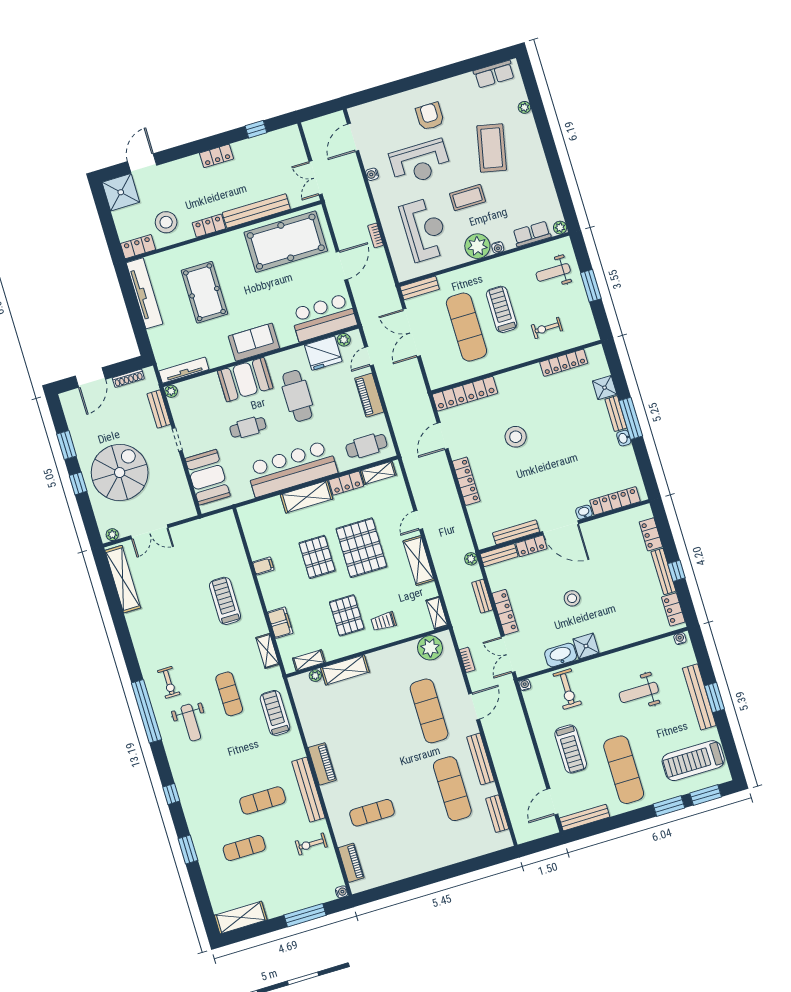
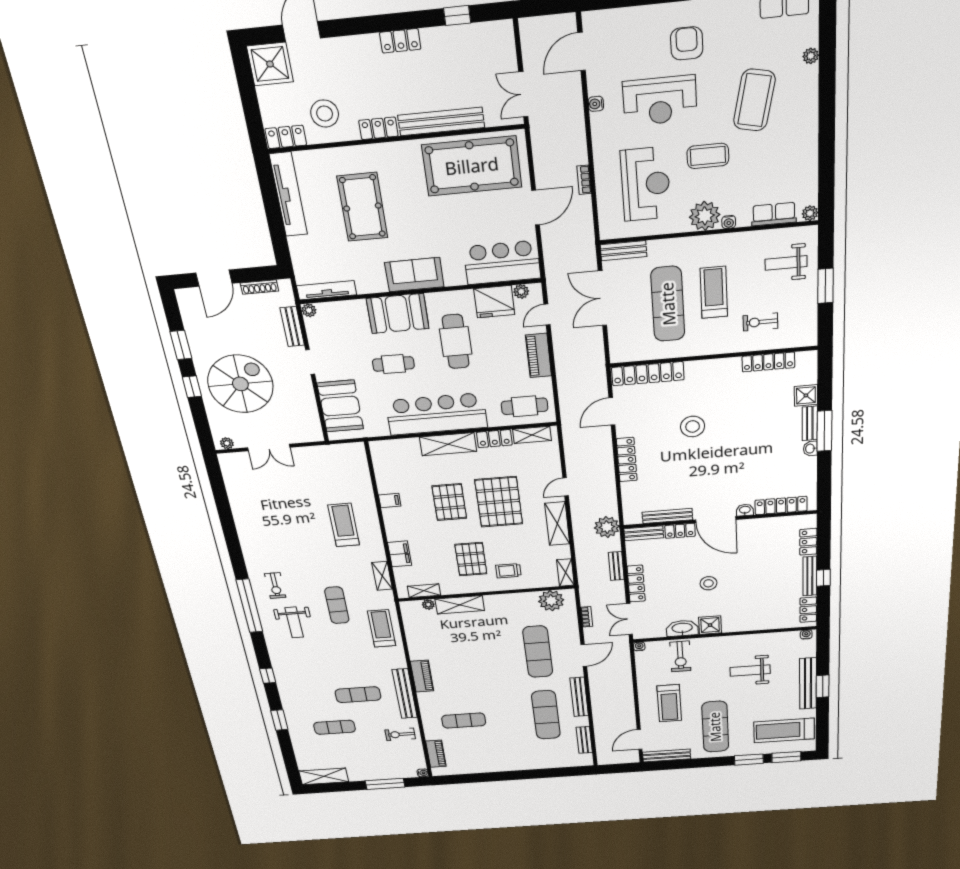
plant: (471, 559) -> (607, 527), width x1.87, depth x1.87
shelving: (123, 579) -> (235, 487), removed

